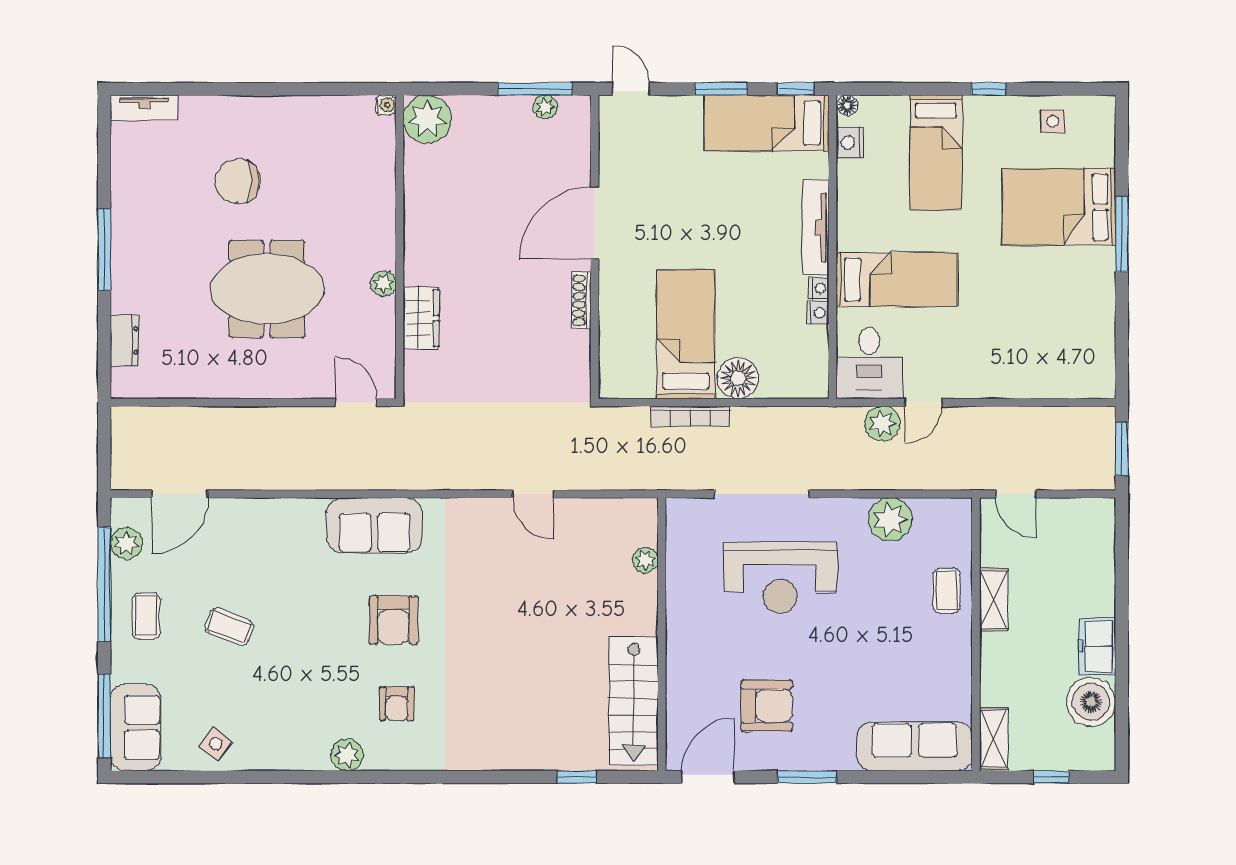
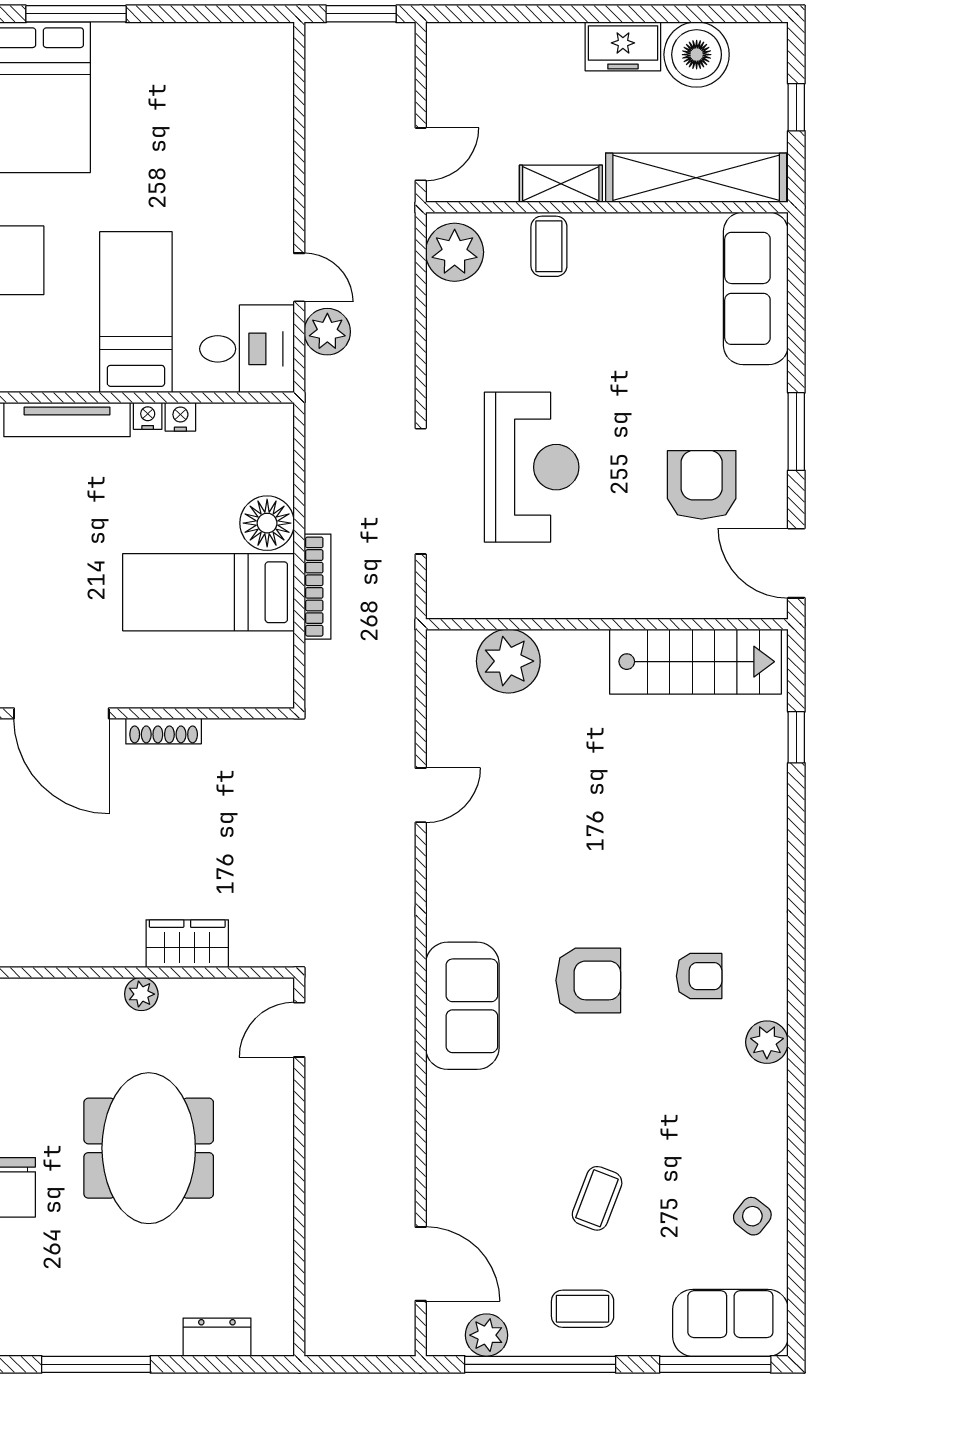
plant: (890, 519) -> (455, 252), moved
plant: (645, 560) -> (508, 661), width x1.88, depth x1.88
coffee table: (947, 591) -> (549, 246), turned 90
shelving: (994, 739) -> (696, 178), width x2.20, depth x1.33

